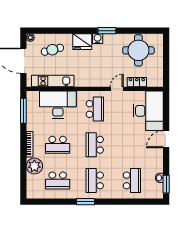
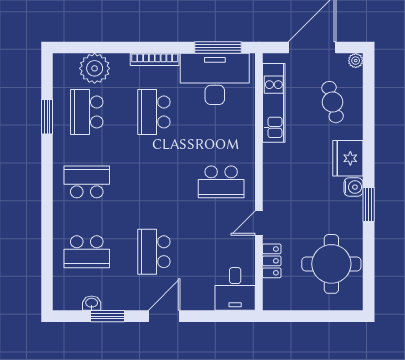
door: (117, 89) -> (259, 223), swing flipped
desk: (58, 105) -> (215, 79), moved, turned -90
desk: (148, 111) -> (235, 289), width x0.53, depth x0.77
door: (166, 139) -> (164, 316), hinge flipped
school desk: (95, 145) -> (154, 252), moved, turned -90
plant: (34, 166) -> (95, 68), moved
window: (166, 184) -> (108, 316), moved
window: (86, 202) -> (47, 117), moved

